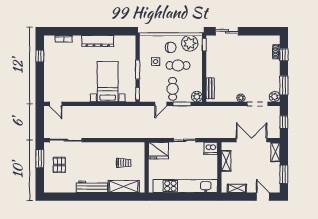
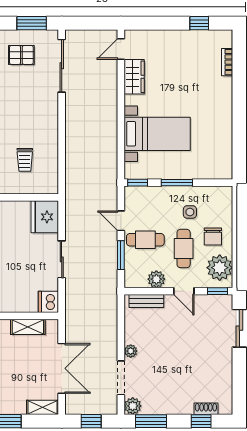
dresser: (98, 41) -> (224, 118), removed
door: (204, 65) -> (184, 291), added
wardrobe: (73, 96) -> (134, 77), added
plant: (197, 97) -> (156, 279), moved

